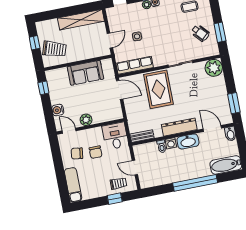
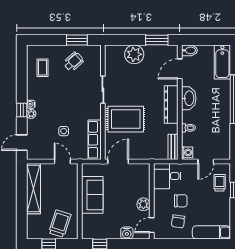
plant: (214, 68) -> (134, 54), moved
washing machine: (171, 143) -> (187, 152), moved

